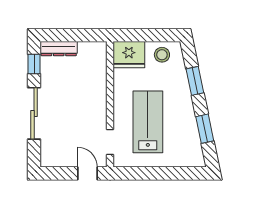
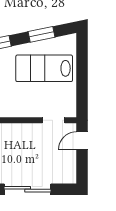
lab bench: (148, 122) -> (44, 68), moved

